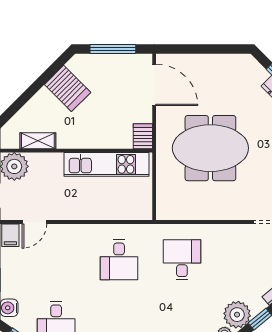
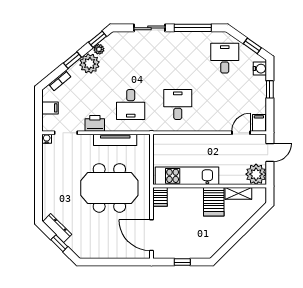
window: (113, 49) -> (182, 262), width x0.46
server rack: (68, 88) -> (214, 202), moved, turned -135
tv unit: (203, 212) -> (115, 140), added
printer: (230, 235) -> (95, 123), added

